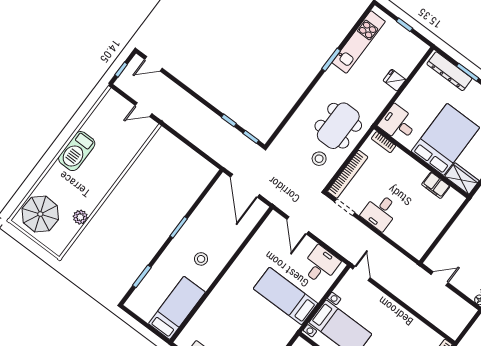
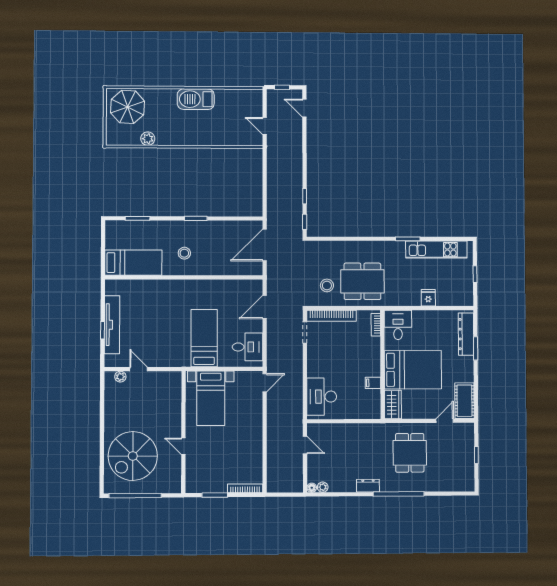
filing cabinet: (436, 185) -> (373, 383), width x0.50
desk: (380, 212) -> (322, 397), moved, width x1.37

